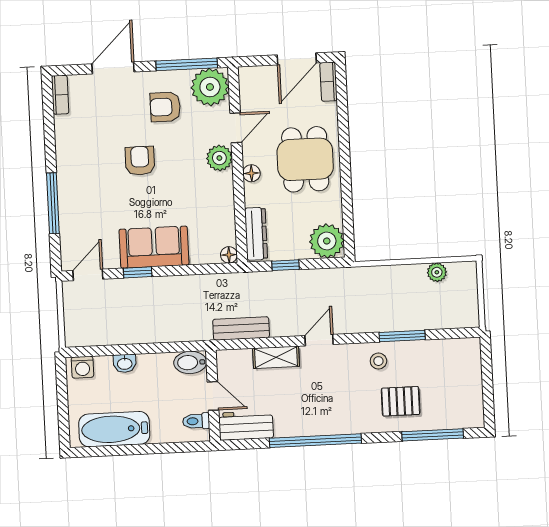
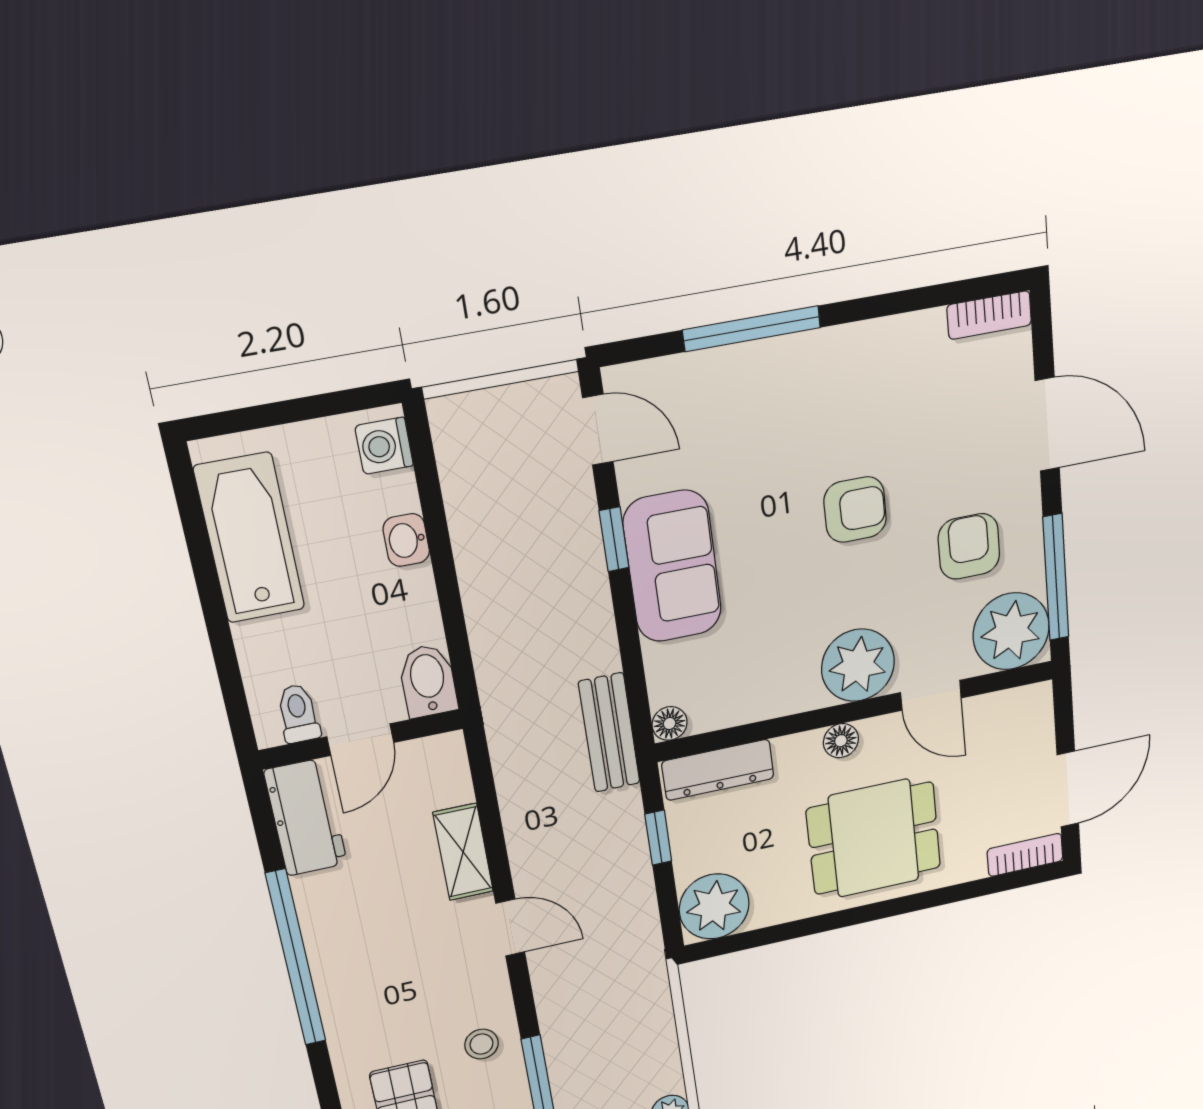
door: (297, 59) -> (1068, 789), swing flipped
plant: (219, 158) -> (858, 665), width x1.36, depth x1.36
bench: (241, 328) -> (609, 733), moved

